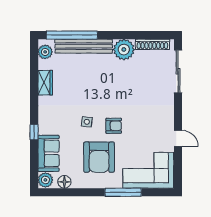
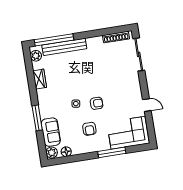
plant: (124, 50) -> (95, 44), removed
window: (34, 132) -> (37, 118), width x2.17
armchair: (99, 157) -> (89, 129), width x0.53, depth x0.53

